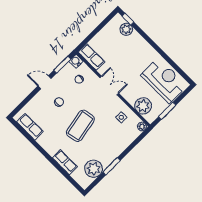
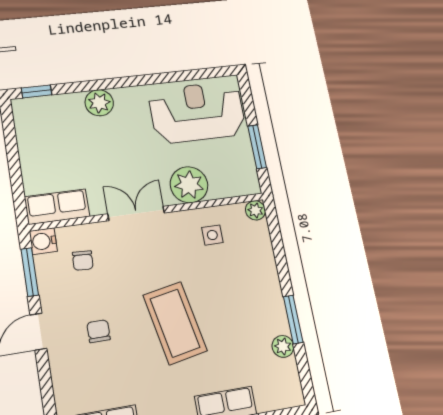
plant: (126, 29) -> (99, 103), moved
plant: (143, 106) -> (189, 185), moved
plant: (94, 169) -> (283, 346), width x0.53, depth x0.53

